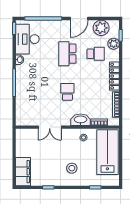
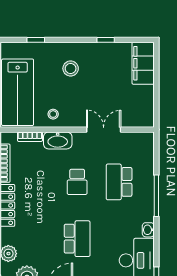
school desk: (96, 54) -> (119, 182), moved, width x1.85

